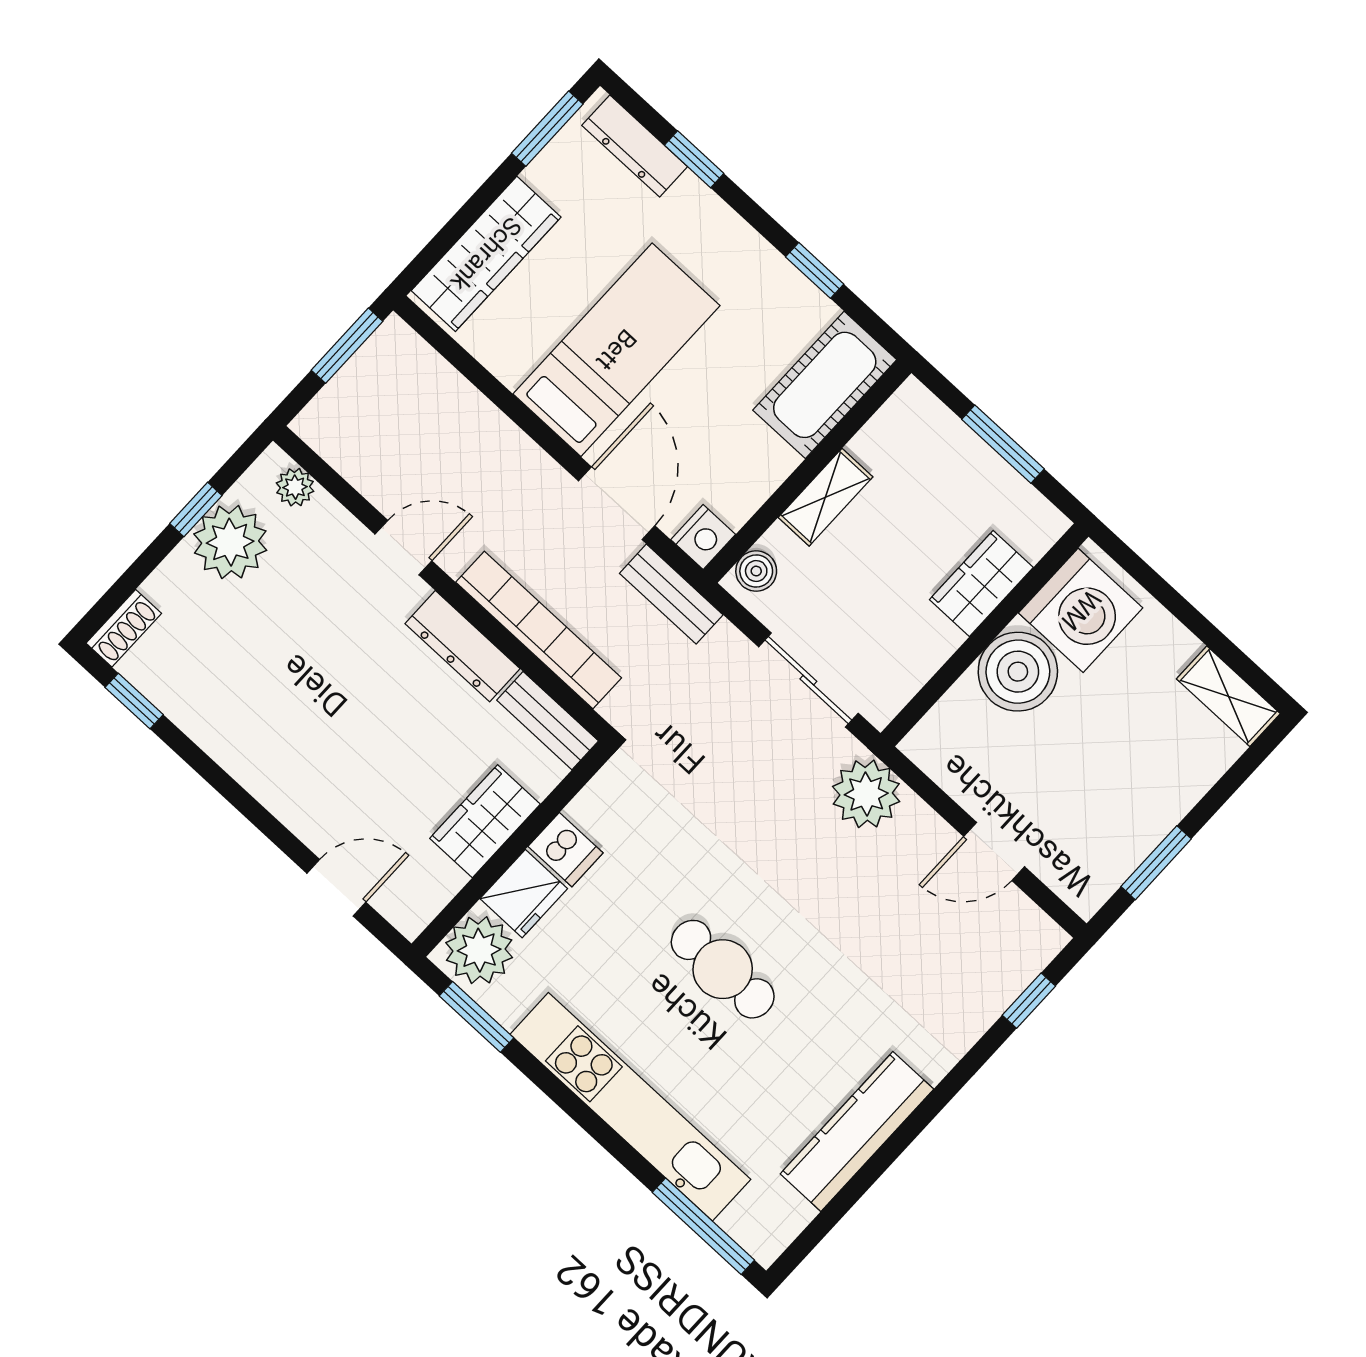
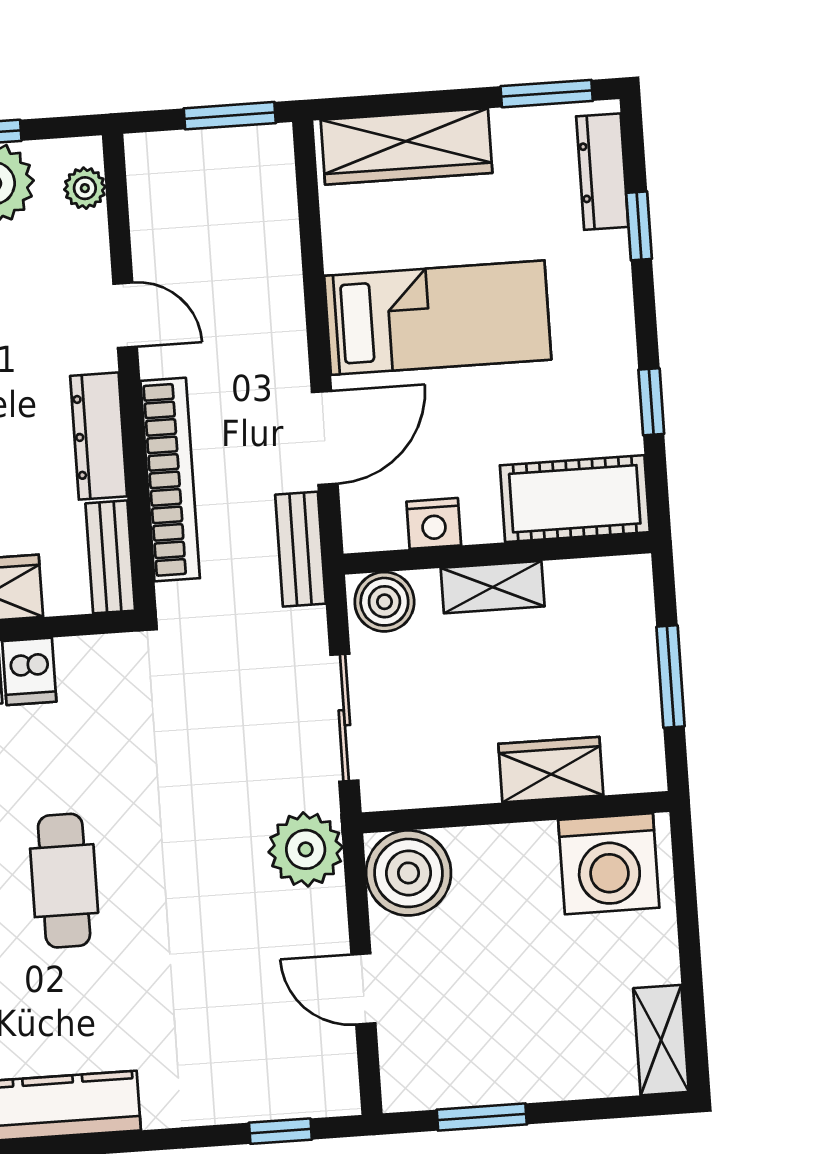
nightstand: (703, 537) -> (434, 523), moved
boiler: (756, 571) -> (384, 602), width x1.36, depth x1.36
boiler: (1018, 672) -> (409, 873), moved

